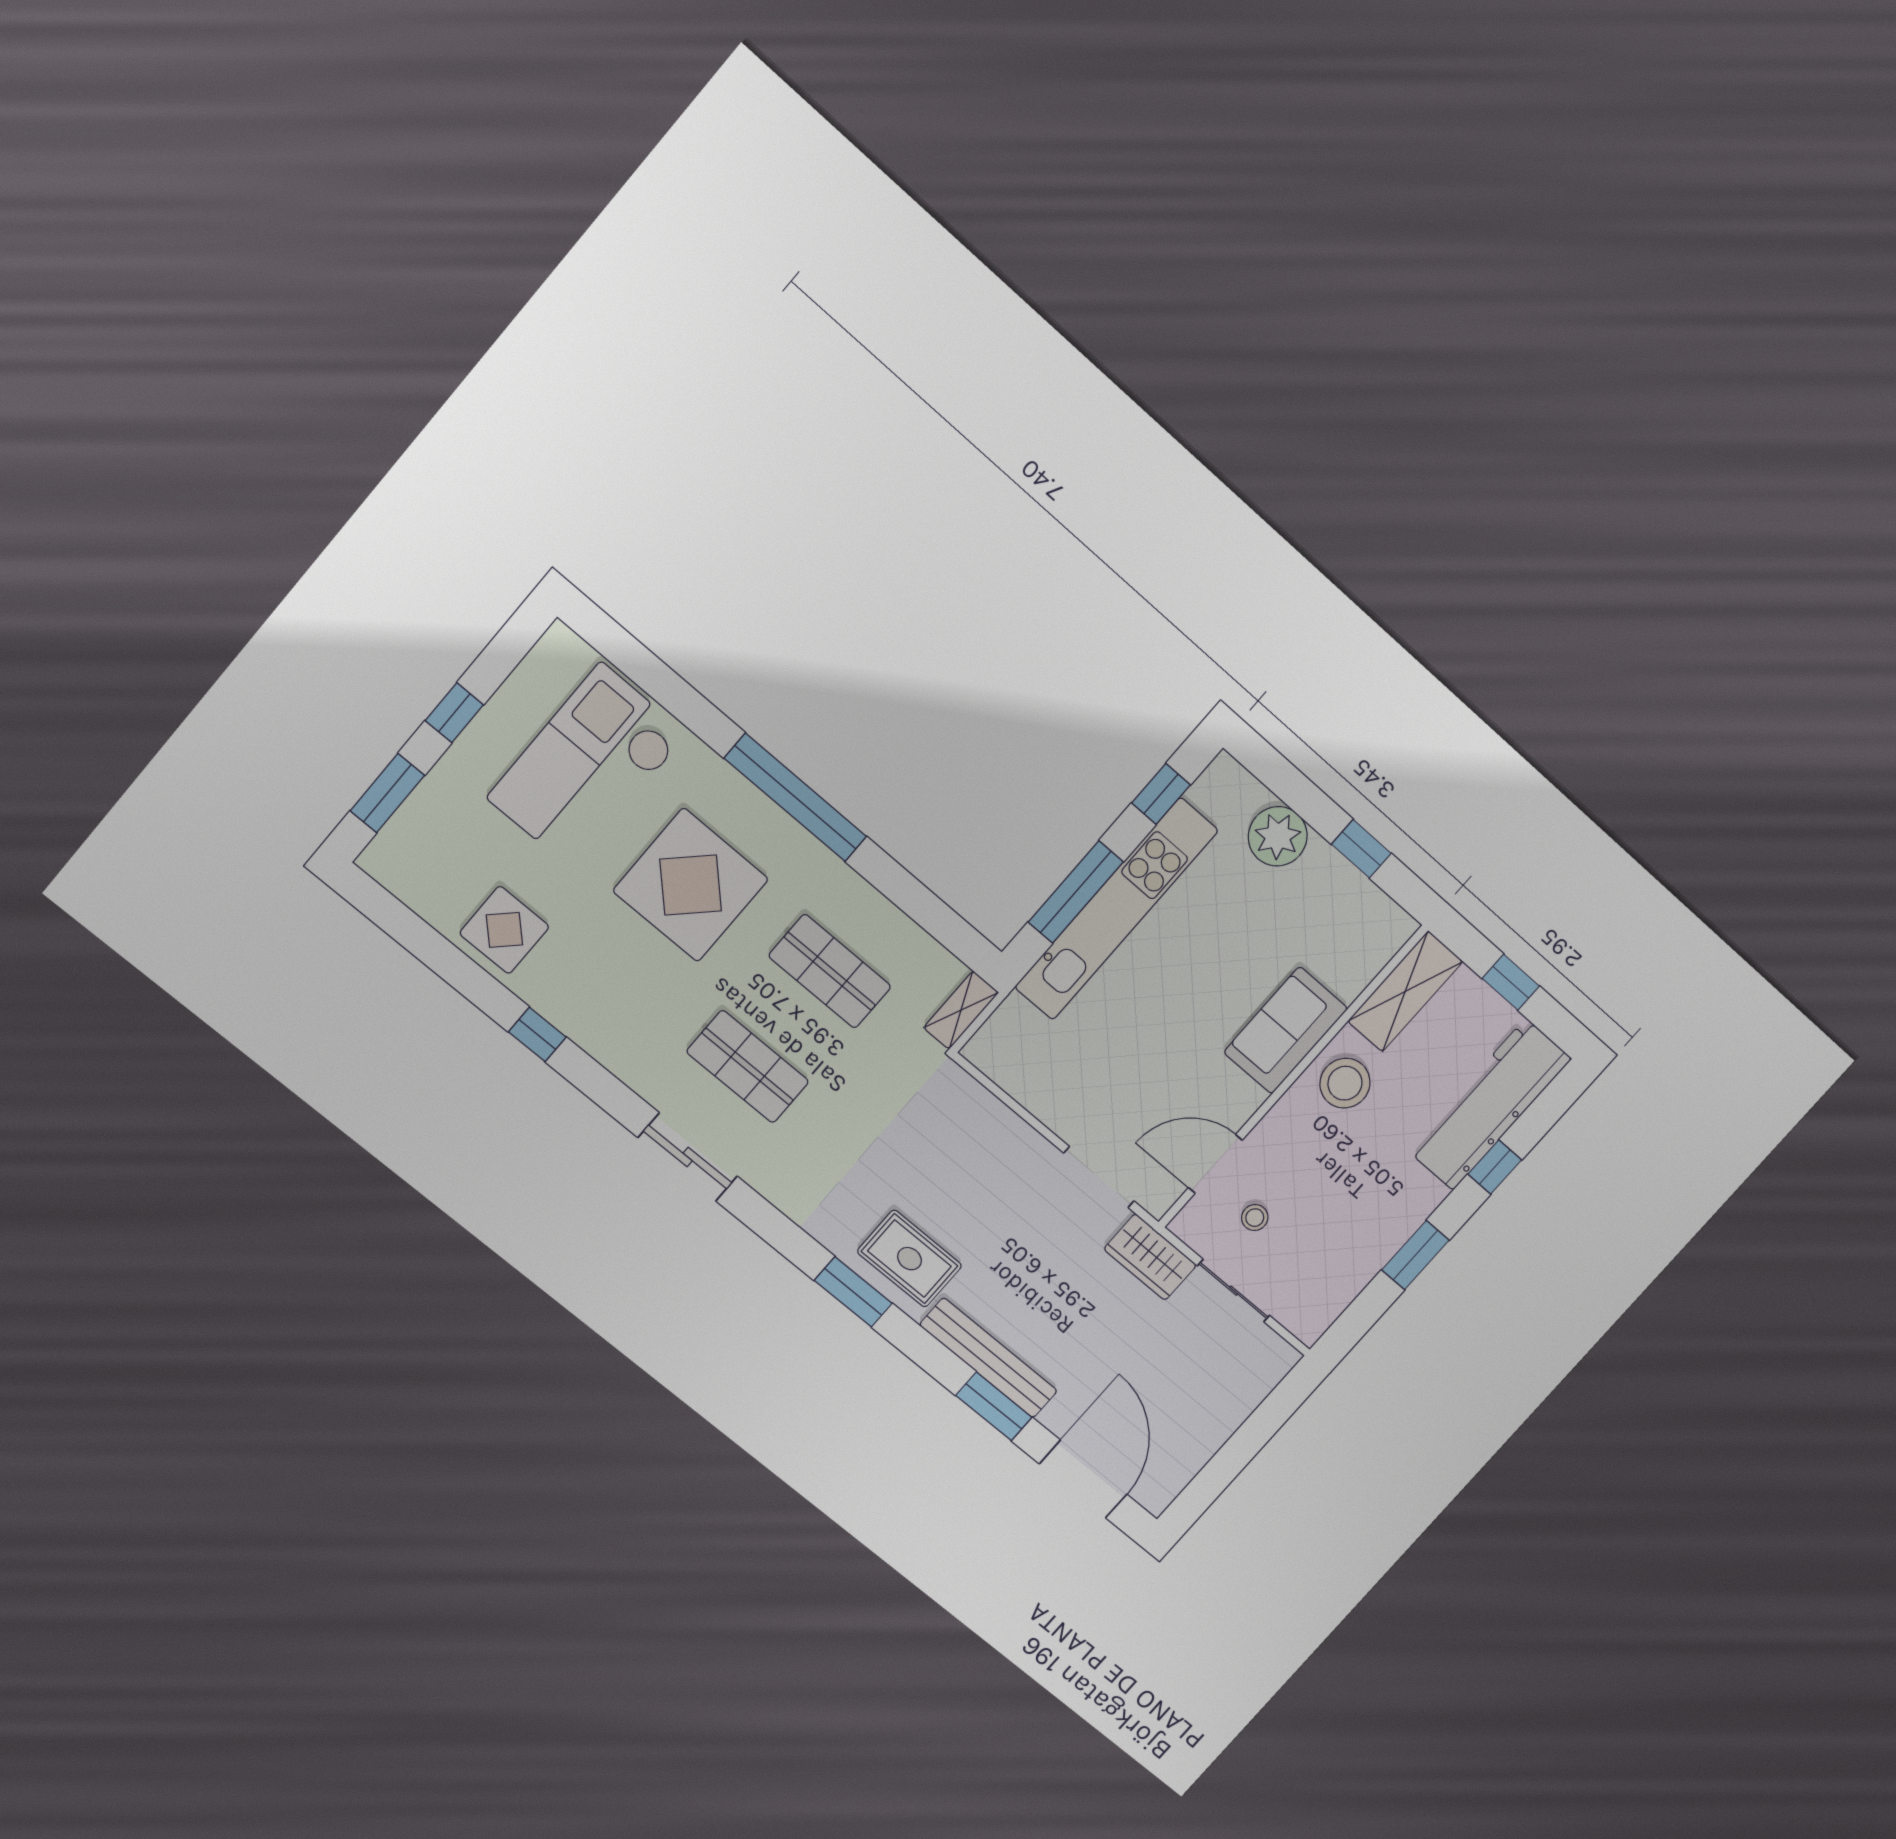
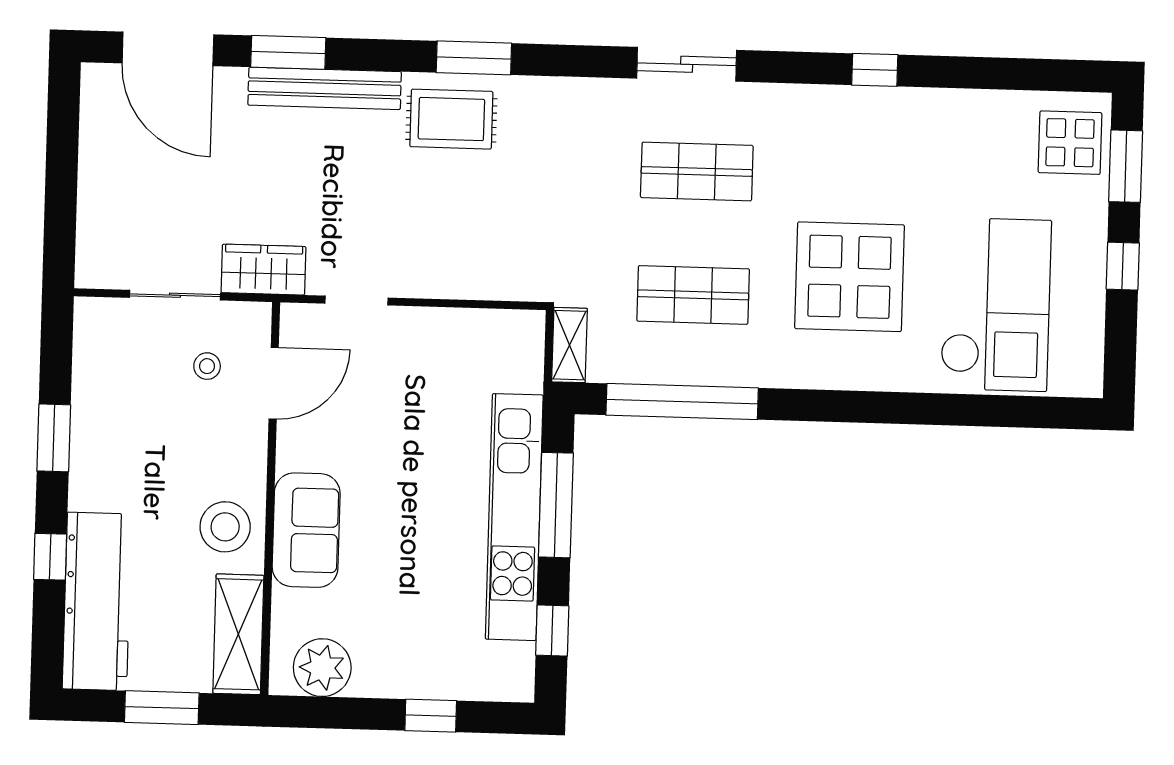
window: (795, 797) -> (682, 402), moved
plant: (1278, 836) -> (322, 668), moved
window: (1361, 849) -> (431, 716), moved
display table: (504, 930) -> (1070, 143), moved
window: (1511, 982) -> (162, 708), width x1.50
doorway: (1099, 1177) -> (356, 301), width x0.73

